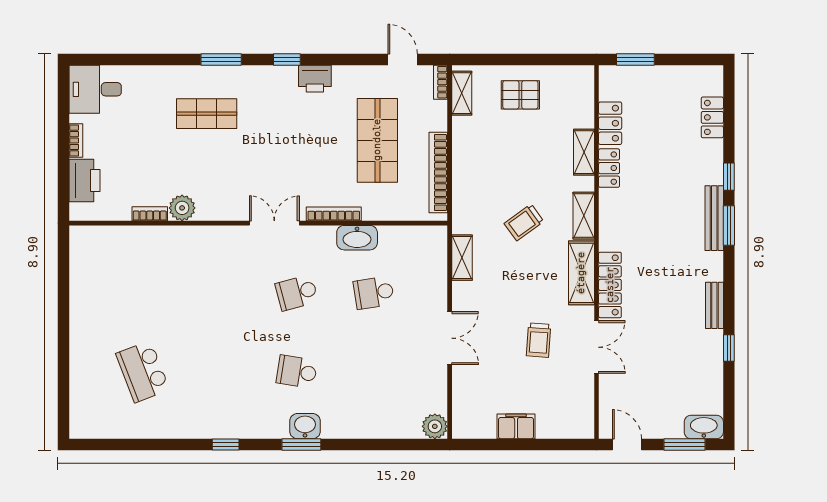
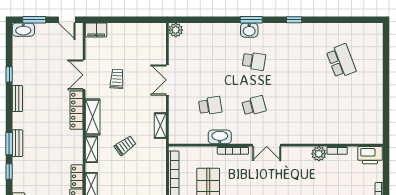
printer: (84, 181) -> (370, 155), moved, turned -90
bench: (714, 218) -> (17, 143), width x0.73
filing cabinet: (516, 426) -> (96, 30), moved

